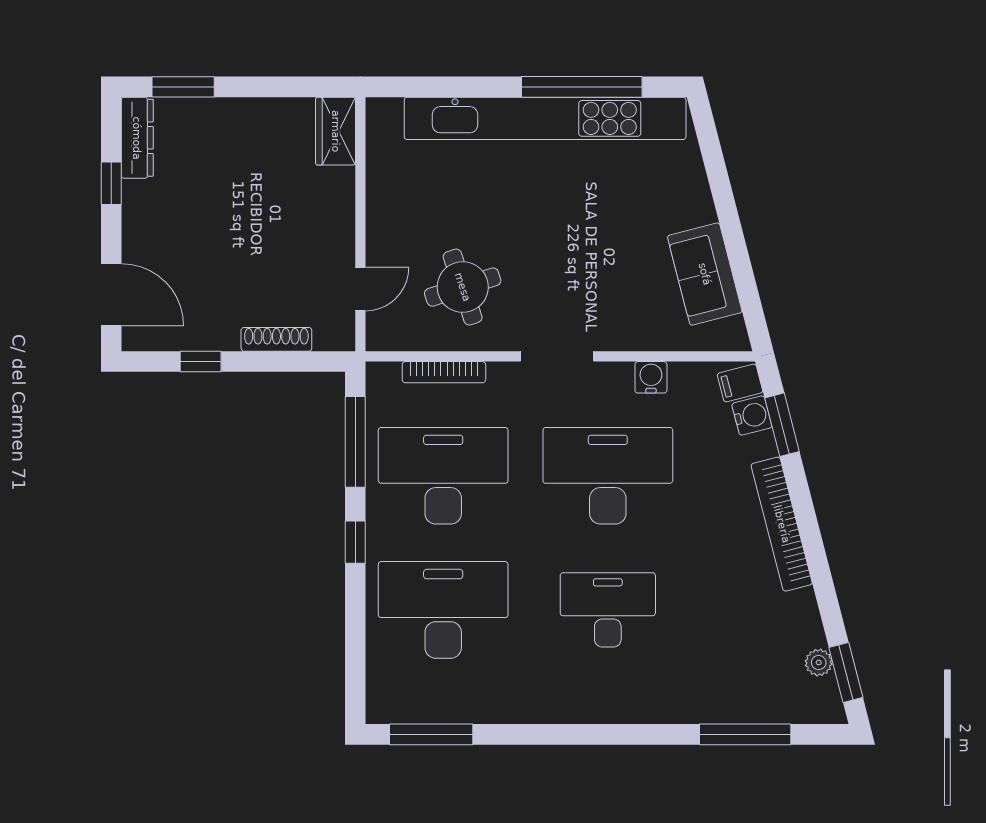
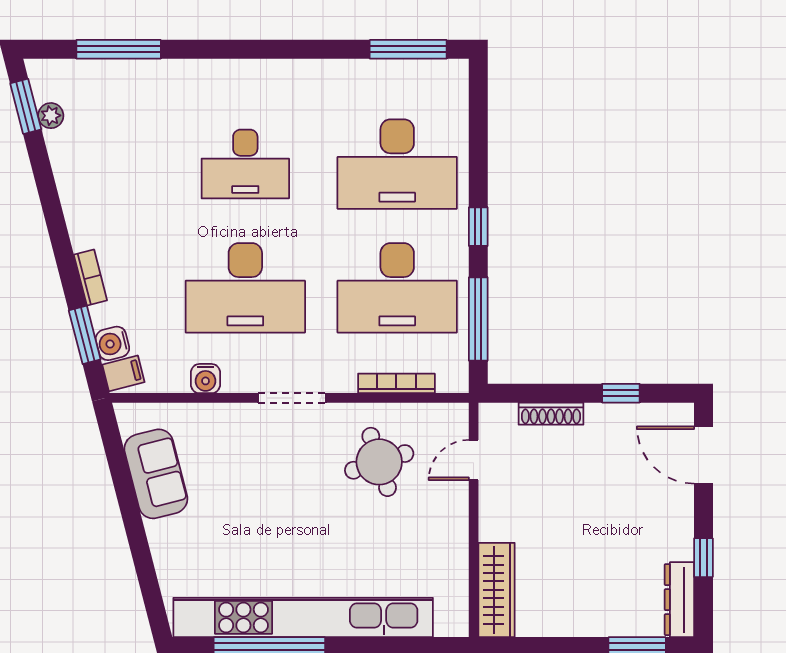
wardrobe: (336, 131) -> (496, 590), width x1.50
bookcase: (782, 524) -> (90, 277), width x0.43, depth x0.76

